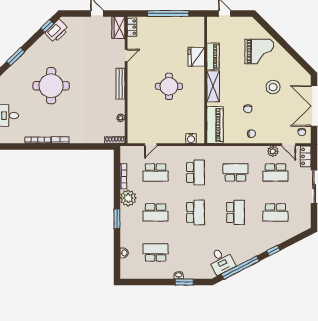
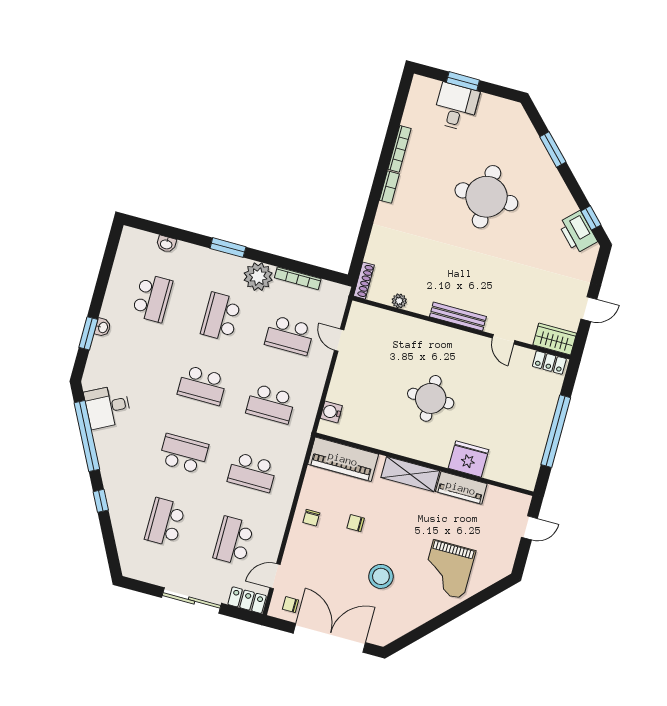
plant: (273, 151) -> (271, 546), removed
school desk: (156, 172) -> (289, 335), turned -90
school desk: (235, 172) -> (252, 472), turned 90
school desk: (235, 212) -> (184, 454), turned 180

